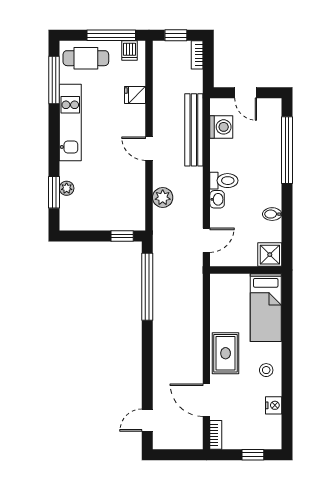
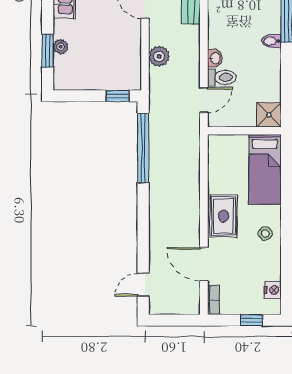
toilet: (224, 181) -> (222, 77), moved
bidet: (272, 214) -> (271, 41), moved
nightstand: (274, 405) -> (273, 290), moved

